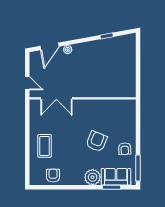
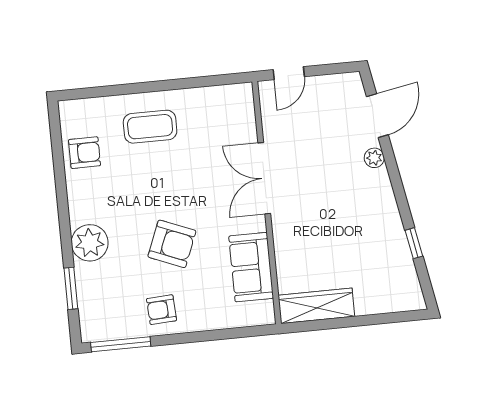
door: (49, 46) -> (377, 116), swing flipped
wardrobe: (130, 81) -> (316, 306), added
double door: (56, 98) -> (264, 178), moved
sofa: (116, 177) -> (251, 267), moved, turned 180

